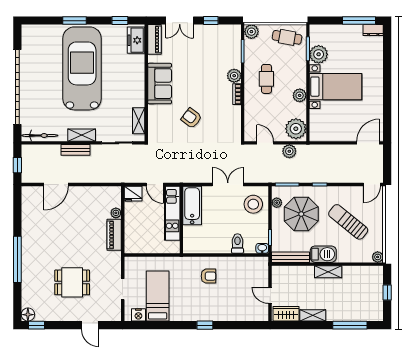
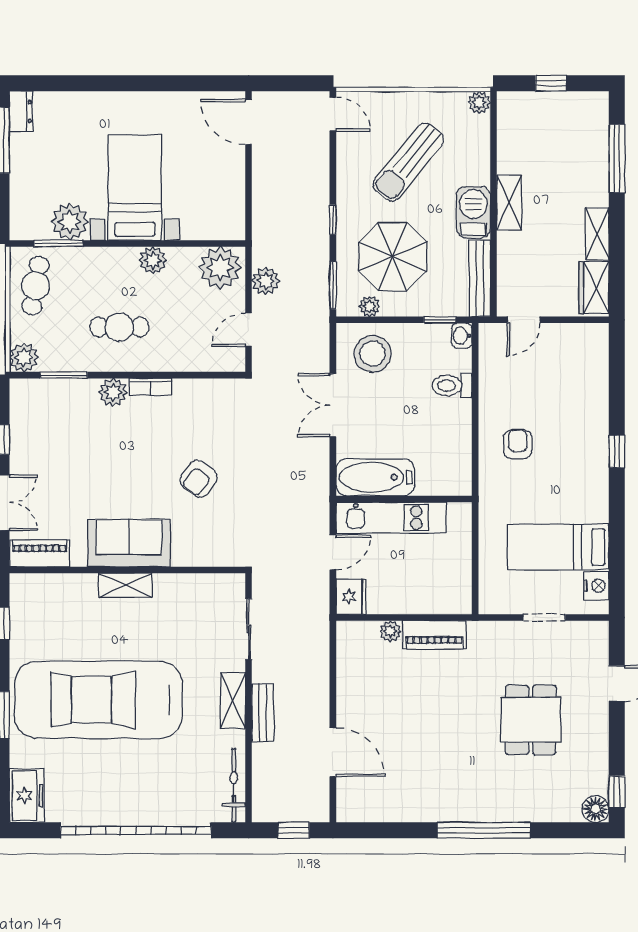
freezer: (136, 40) -> (27, 796), moved, turned -90
shelving: (139, 121) -> (125, 585), moved
door: (270, 295) -> (524, 320), moved

